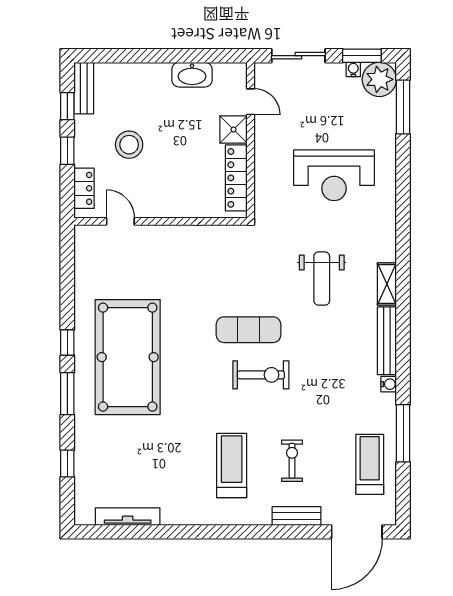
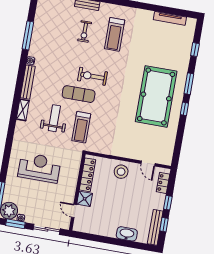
washbasin: (192, 75) -> (127, 234), moved
bench: (84, 88) -> (155, 227), width x1.36
stool: (129, 145) -> (121, 172), moved
exercise mat: (248, 330) -> (79, 94), moved
treadmill: (370, 464) -> (81, 127), moved

